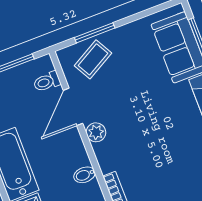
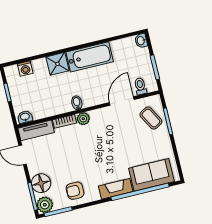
door: (73, 107) -> (122, 101), hinge flipped
plant: (96, 132) -> (83, 119), moved

